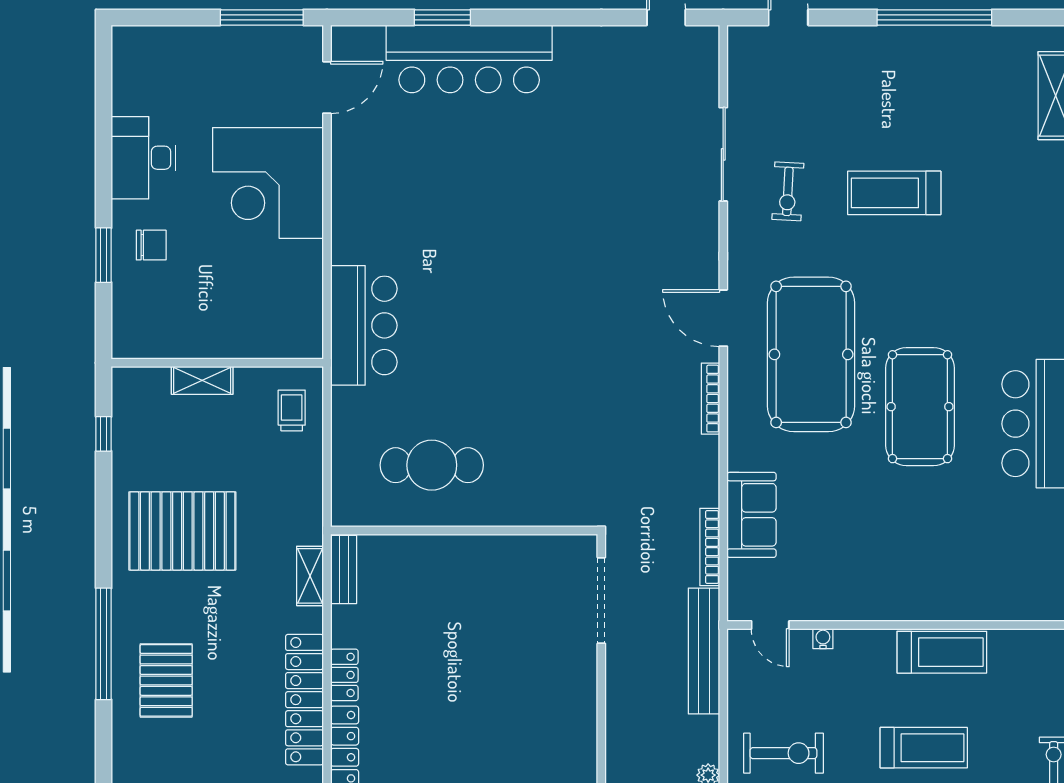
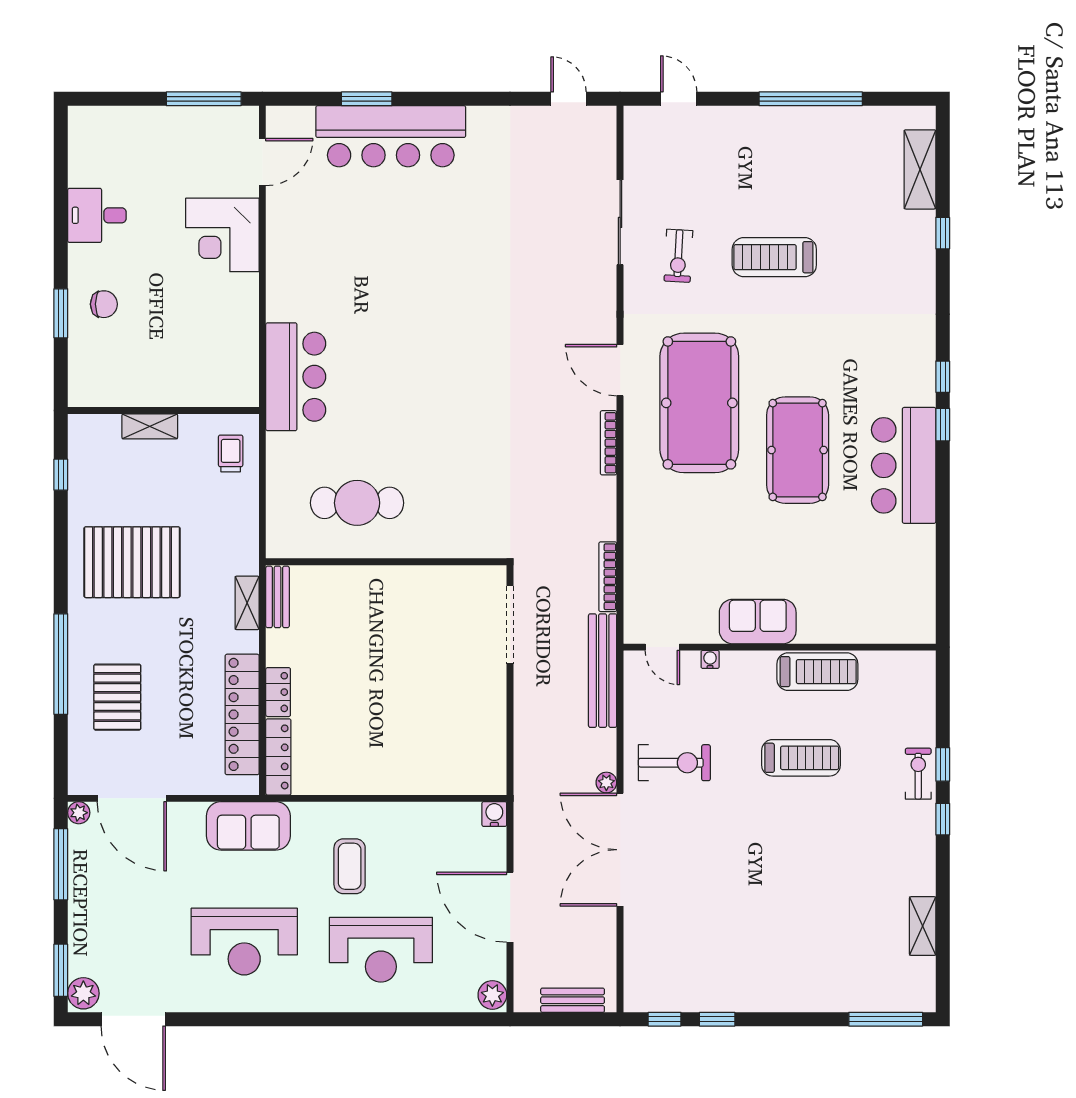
desk: (143, 158) -> (97, 215), width x0.73
corner desk: (268, 183) -> (222, 235), width x0.74, depth x0.74
sofa: (751, 515) -> (758, 622), moved, turned -90

